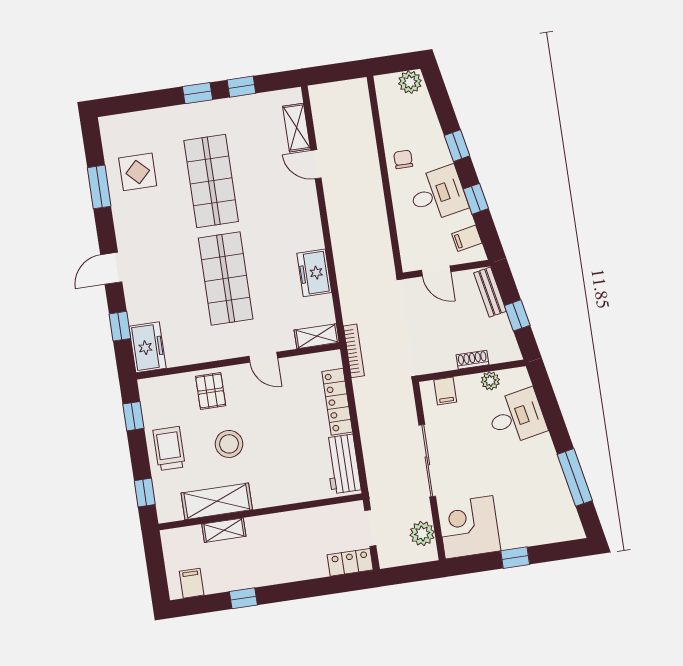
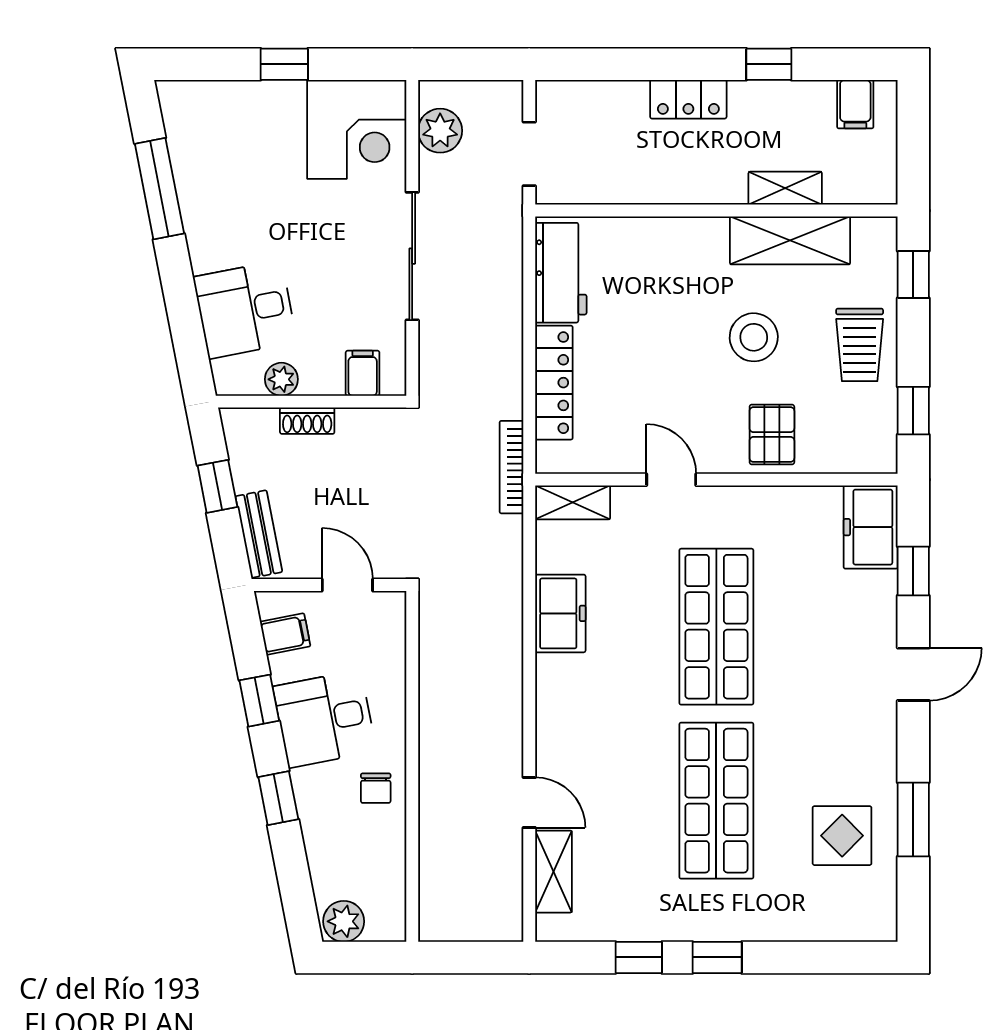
locker: (350, 562) -> (688, 99), moved

